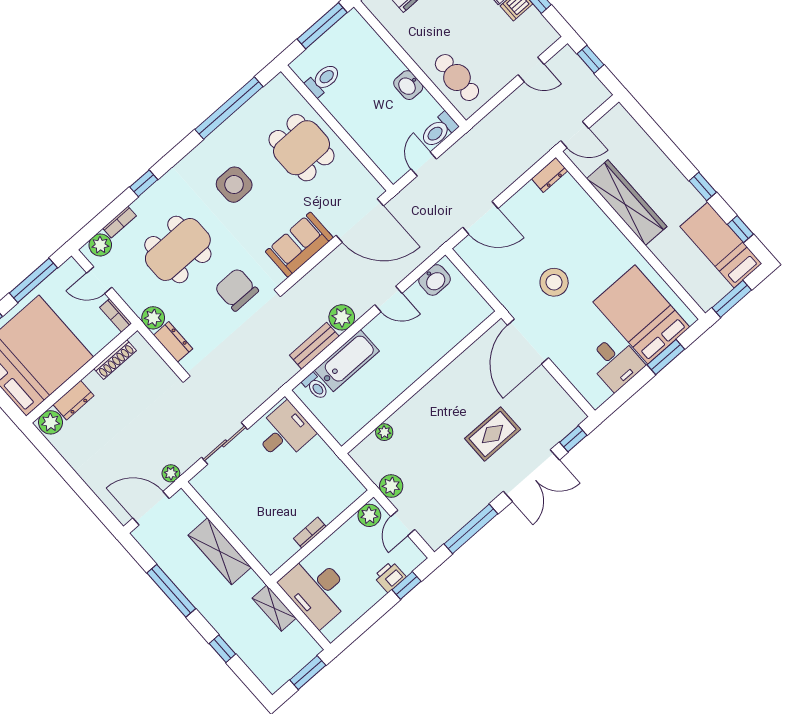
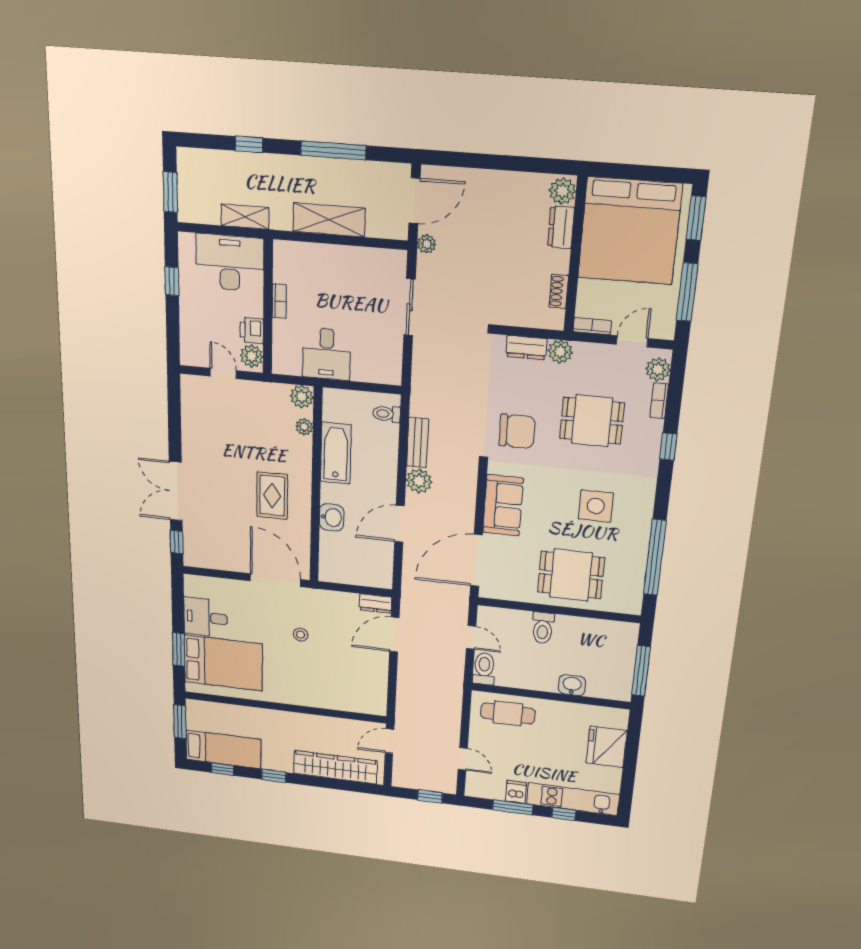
door: (531, 69) -> (463, 759), swing flipped
toilet: (323, 80) -> (543, 628), moved
washbasin: (408, 85) -> (572, 685), moved
dresser: (550, 175) -> (375, 604), moved, turned -90
wardrobe: (627, 203) -> (335, 767), moved, turned 180
dining table: (178, 249) -> (592, 421), width x0.73
washbasin: (435, 280) -> (332, 517), moved, turned 180
stool: (554, 282) -> (301, 635), width x0.53, depth x0.53
door: (388, 299) -> (400, 524), width x1.38
shoe rack: (115, 360) -> (559, 291), width x0.70
bathtub: (347, 361) -> (336, 453), moved, turned 180
desk: (284, 432) -> (326, 354), moved
rug: (493, 434) -> (272, 496), moved
plant: (391, 486) -> (302, 397), moved
window: (471, 529) -> (174, 415), removed
printer: (390, 577) -> (252, 330), moved, turned 180
window: (407, 586) -> (172, 281), moved

